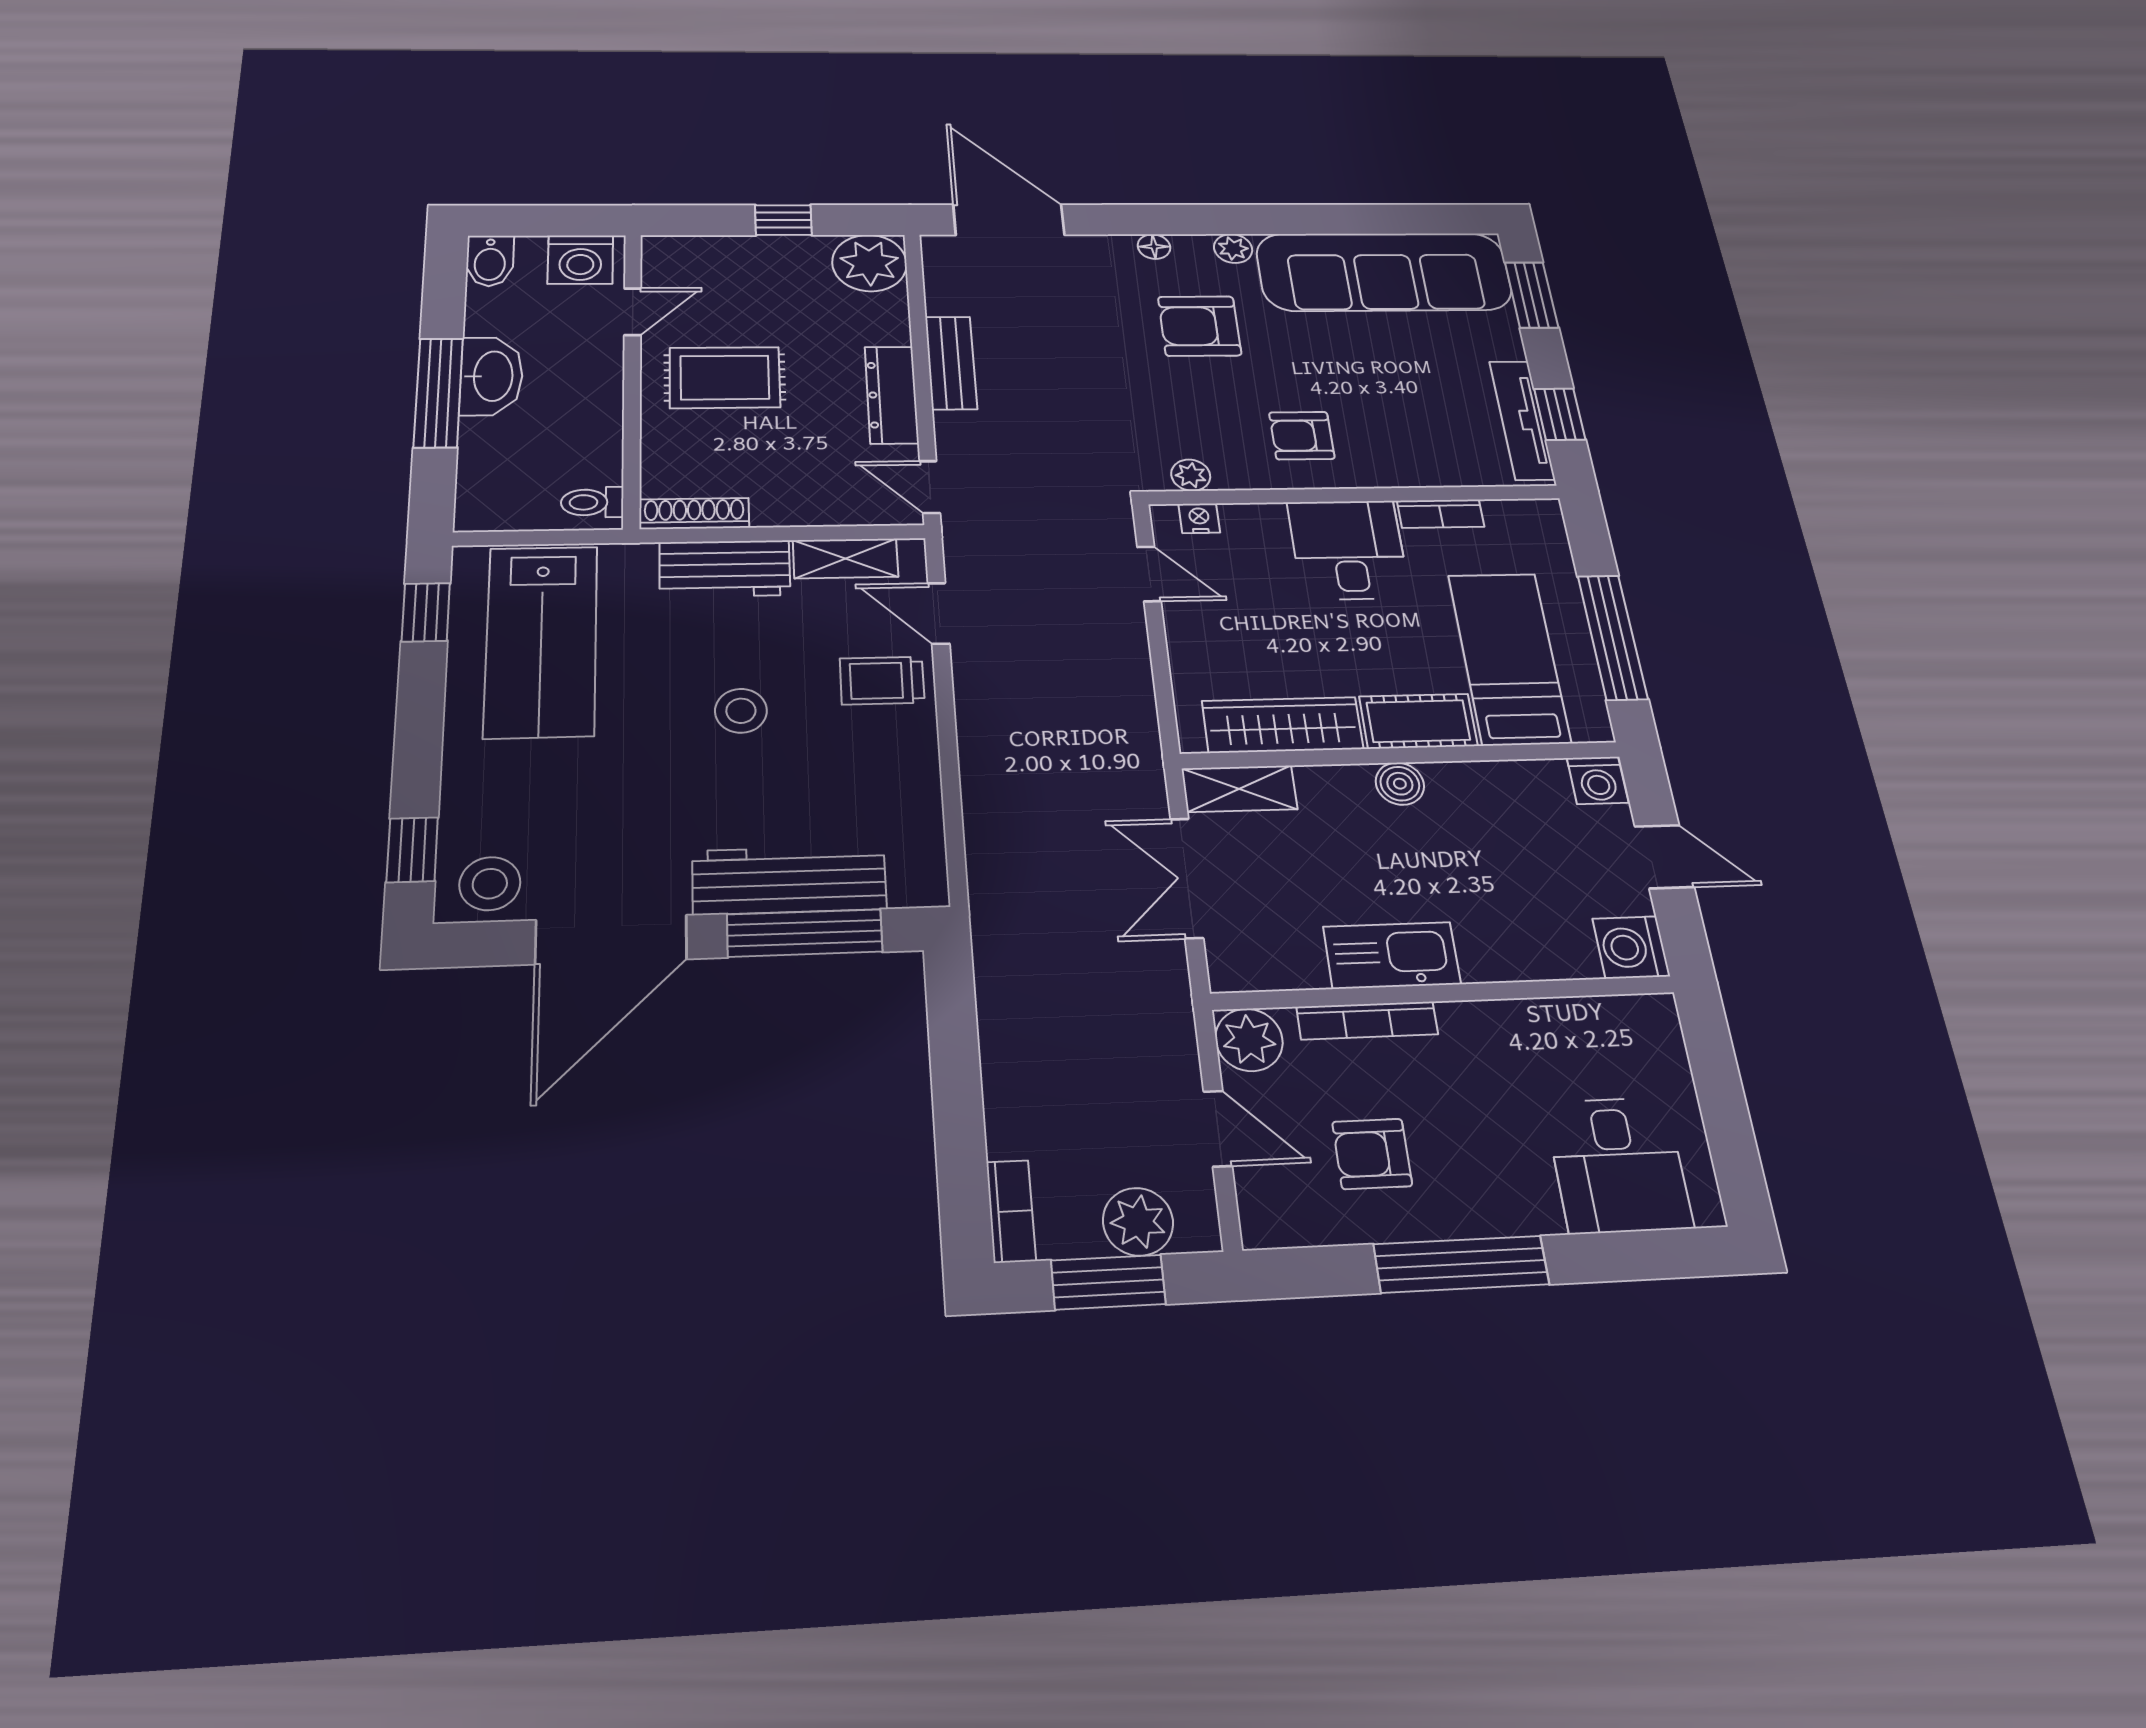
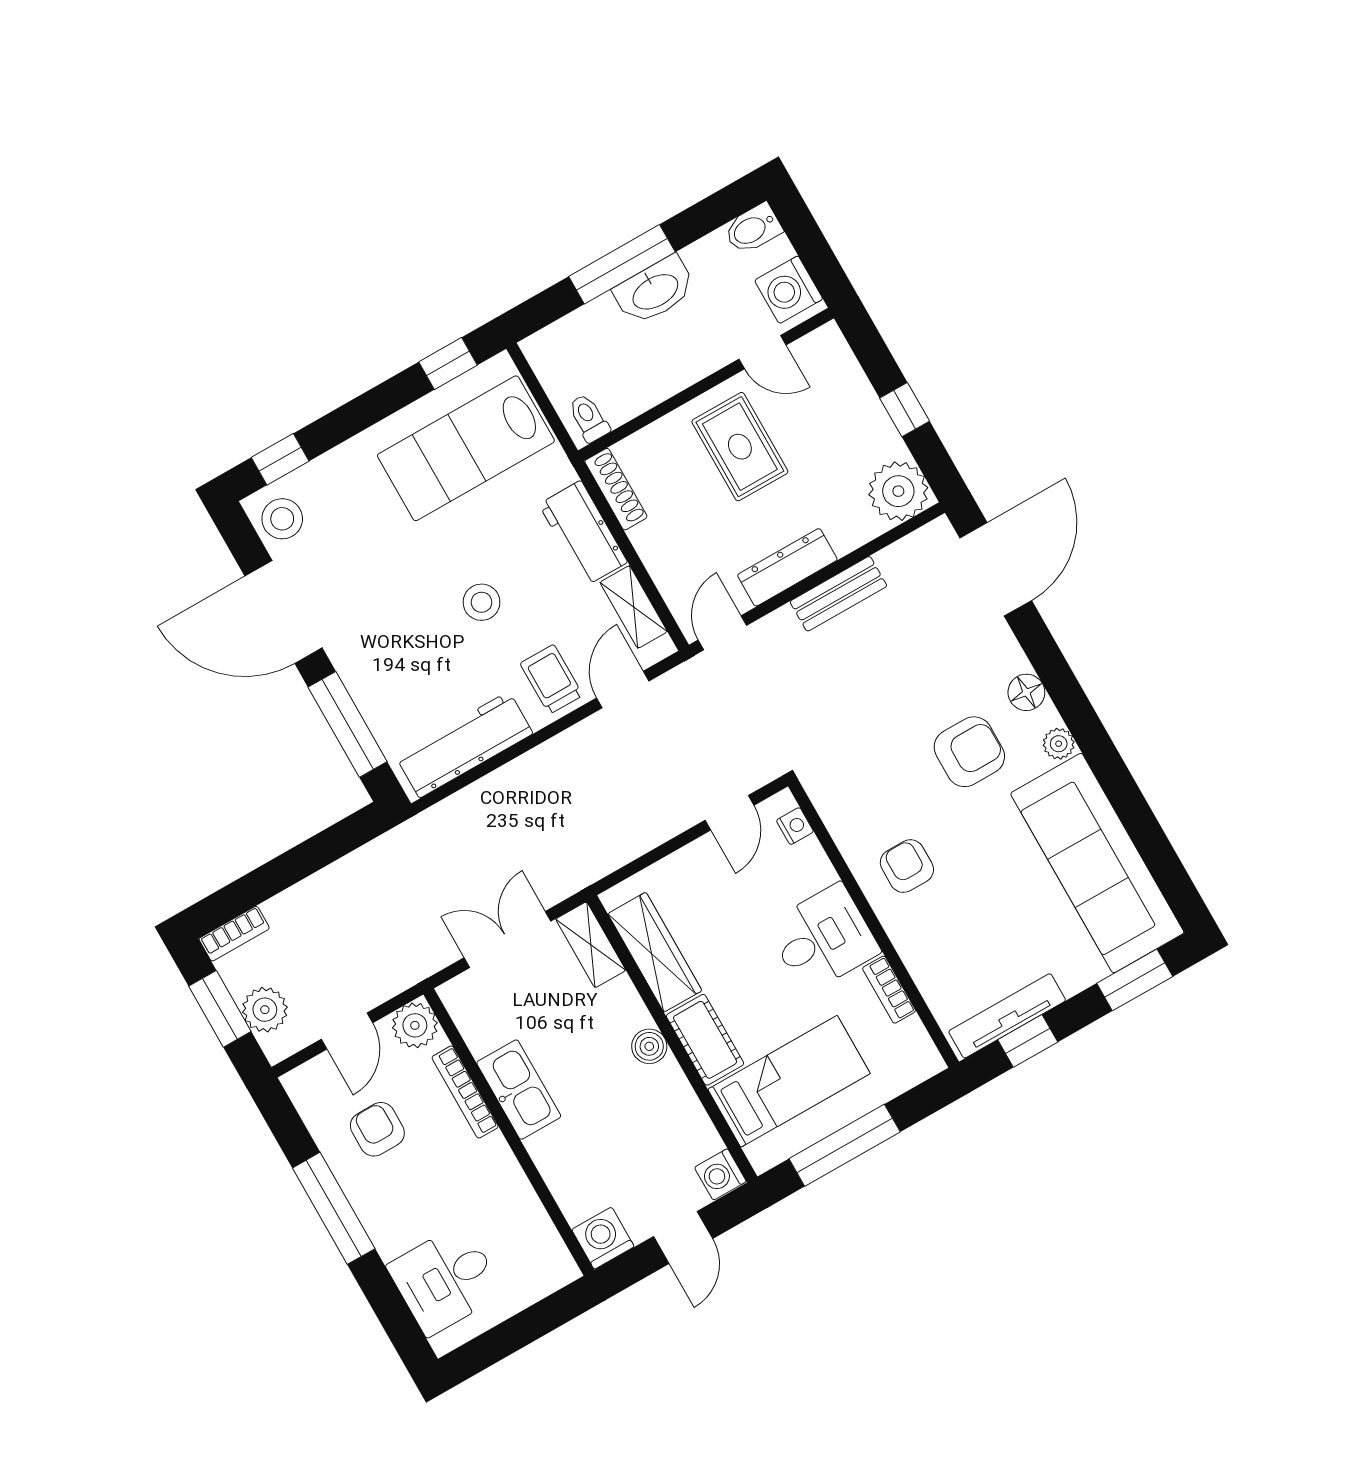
floor lamp: (1154, 247) -> (1026, 692), width x1.37, depth x1.37
armchair: (1200, 326) -> (969, 752), turned 90
plant: (1191, 475) -> (829, 804), removed
workbench: (789, 880) -> (464, 745), moved, turned -90

